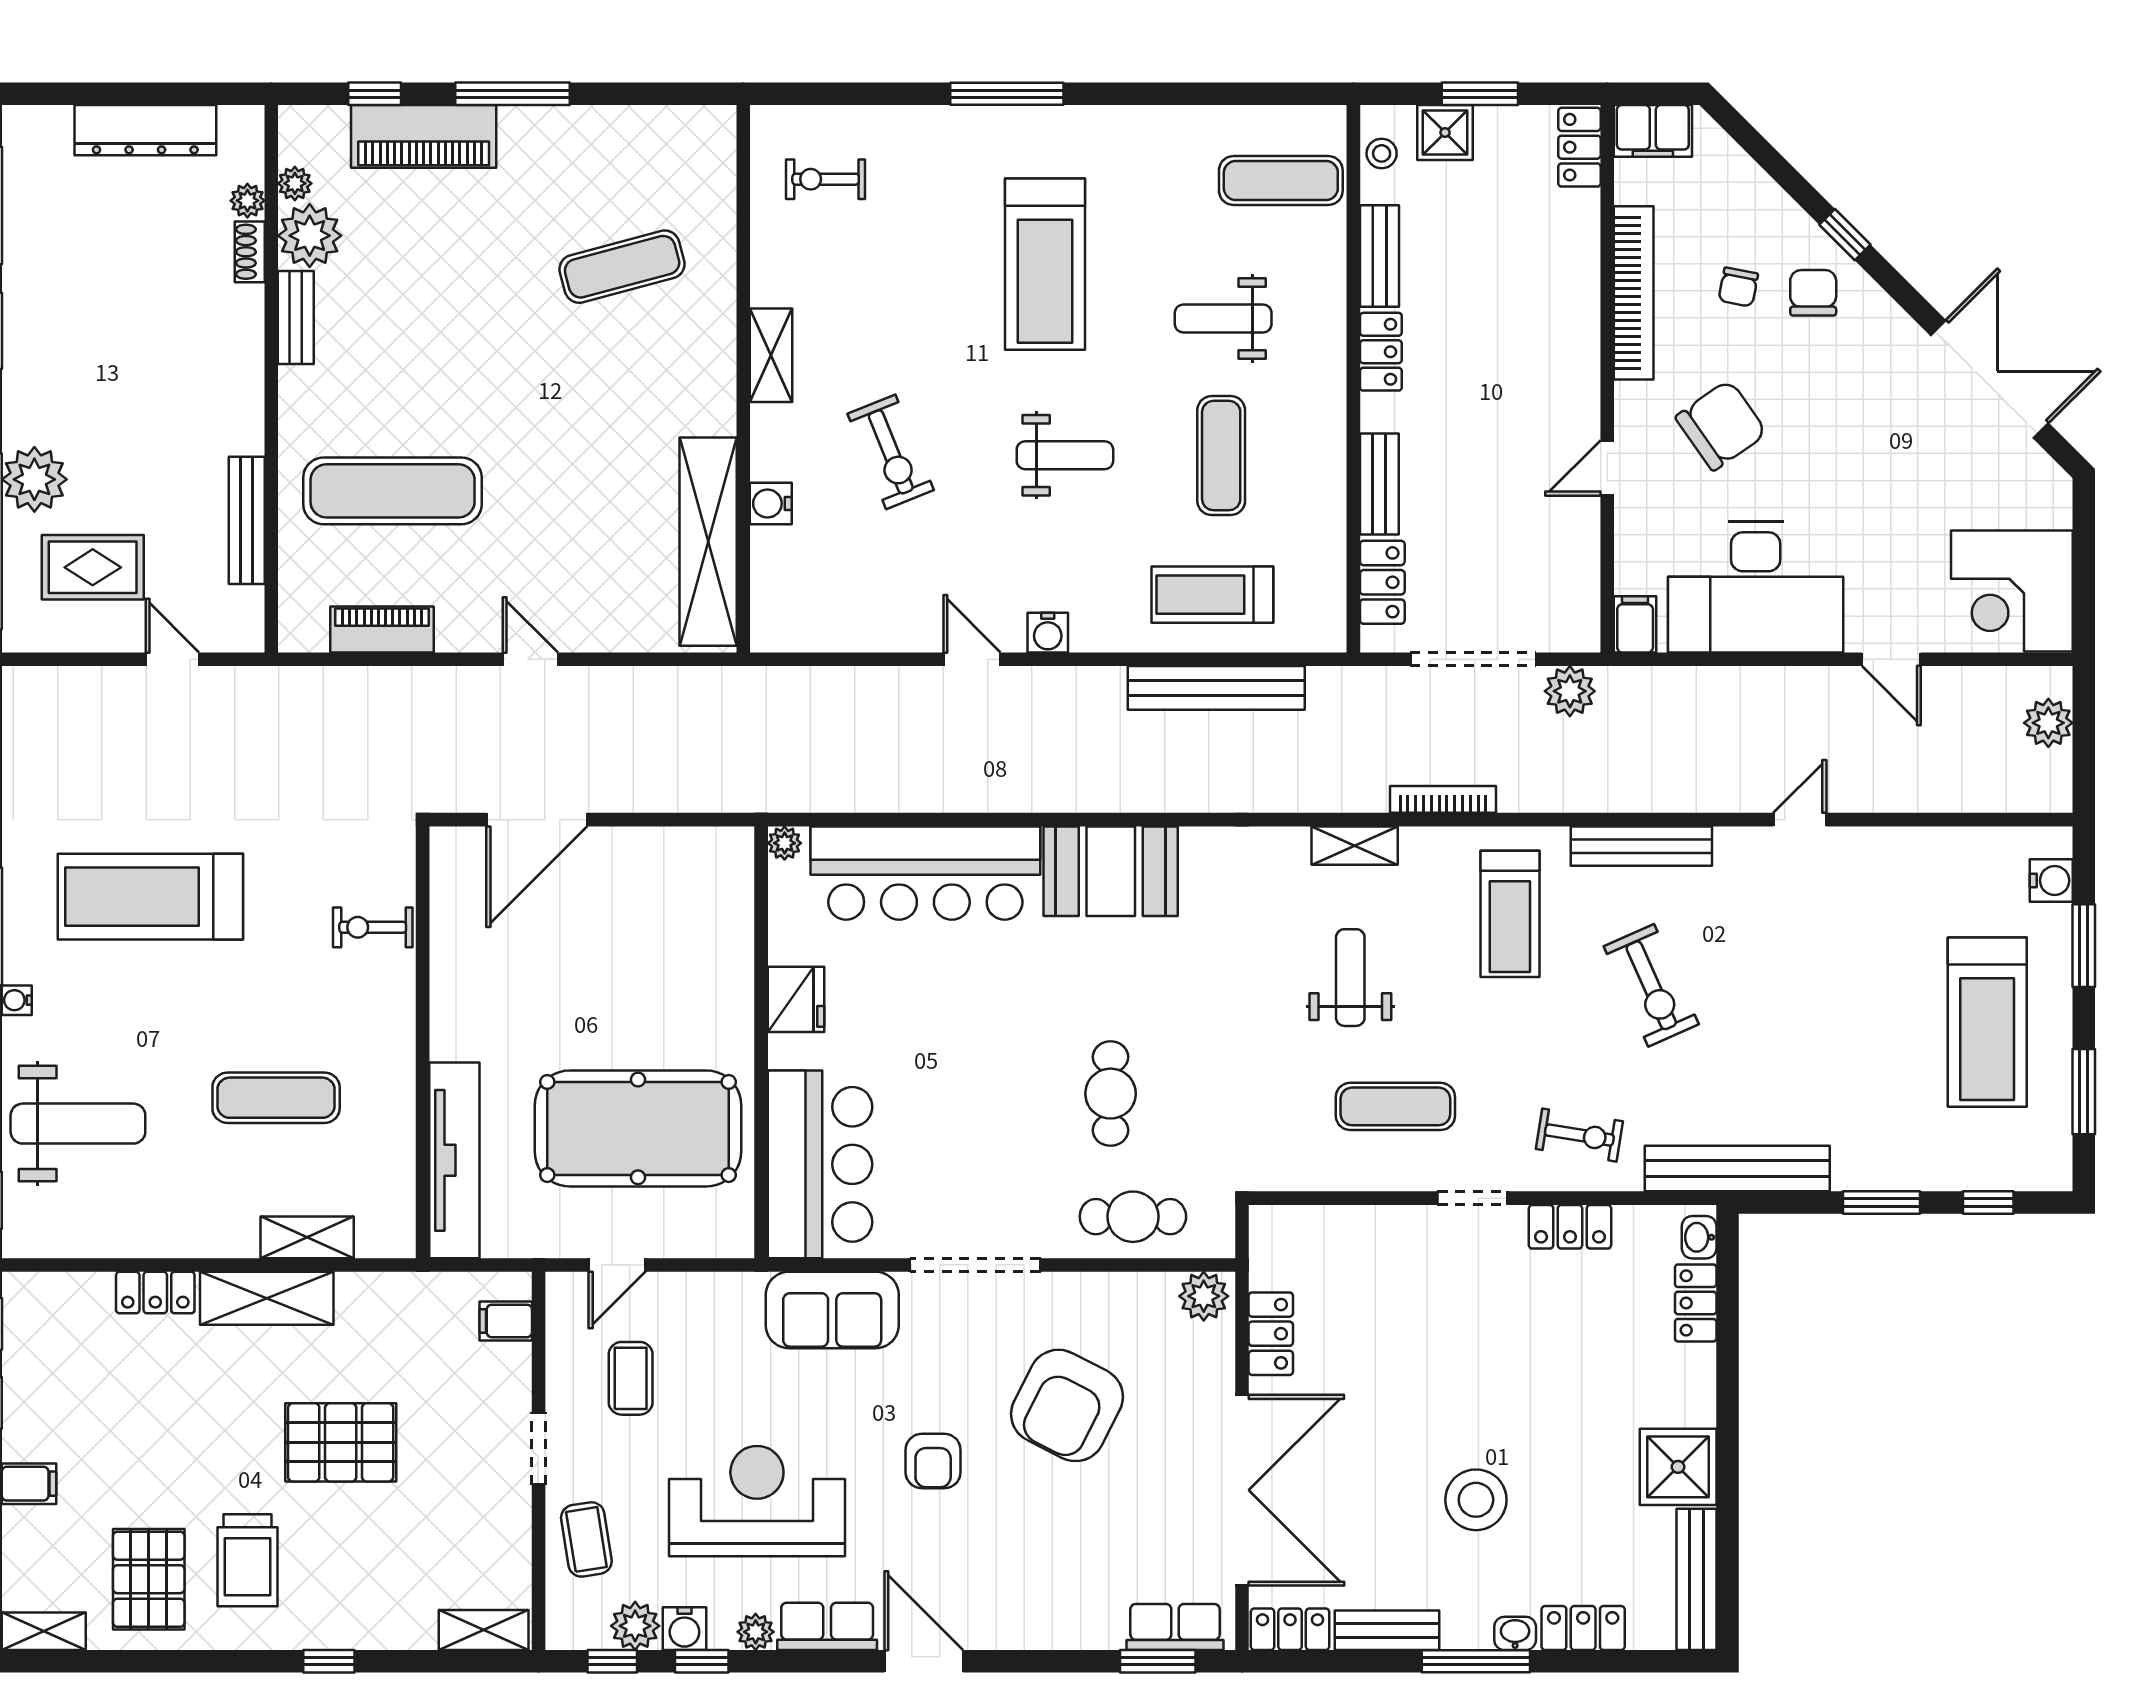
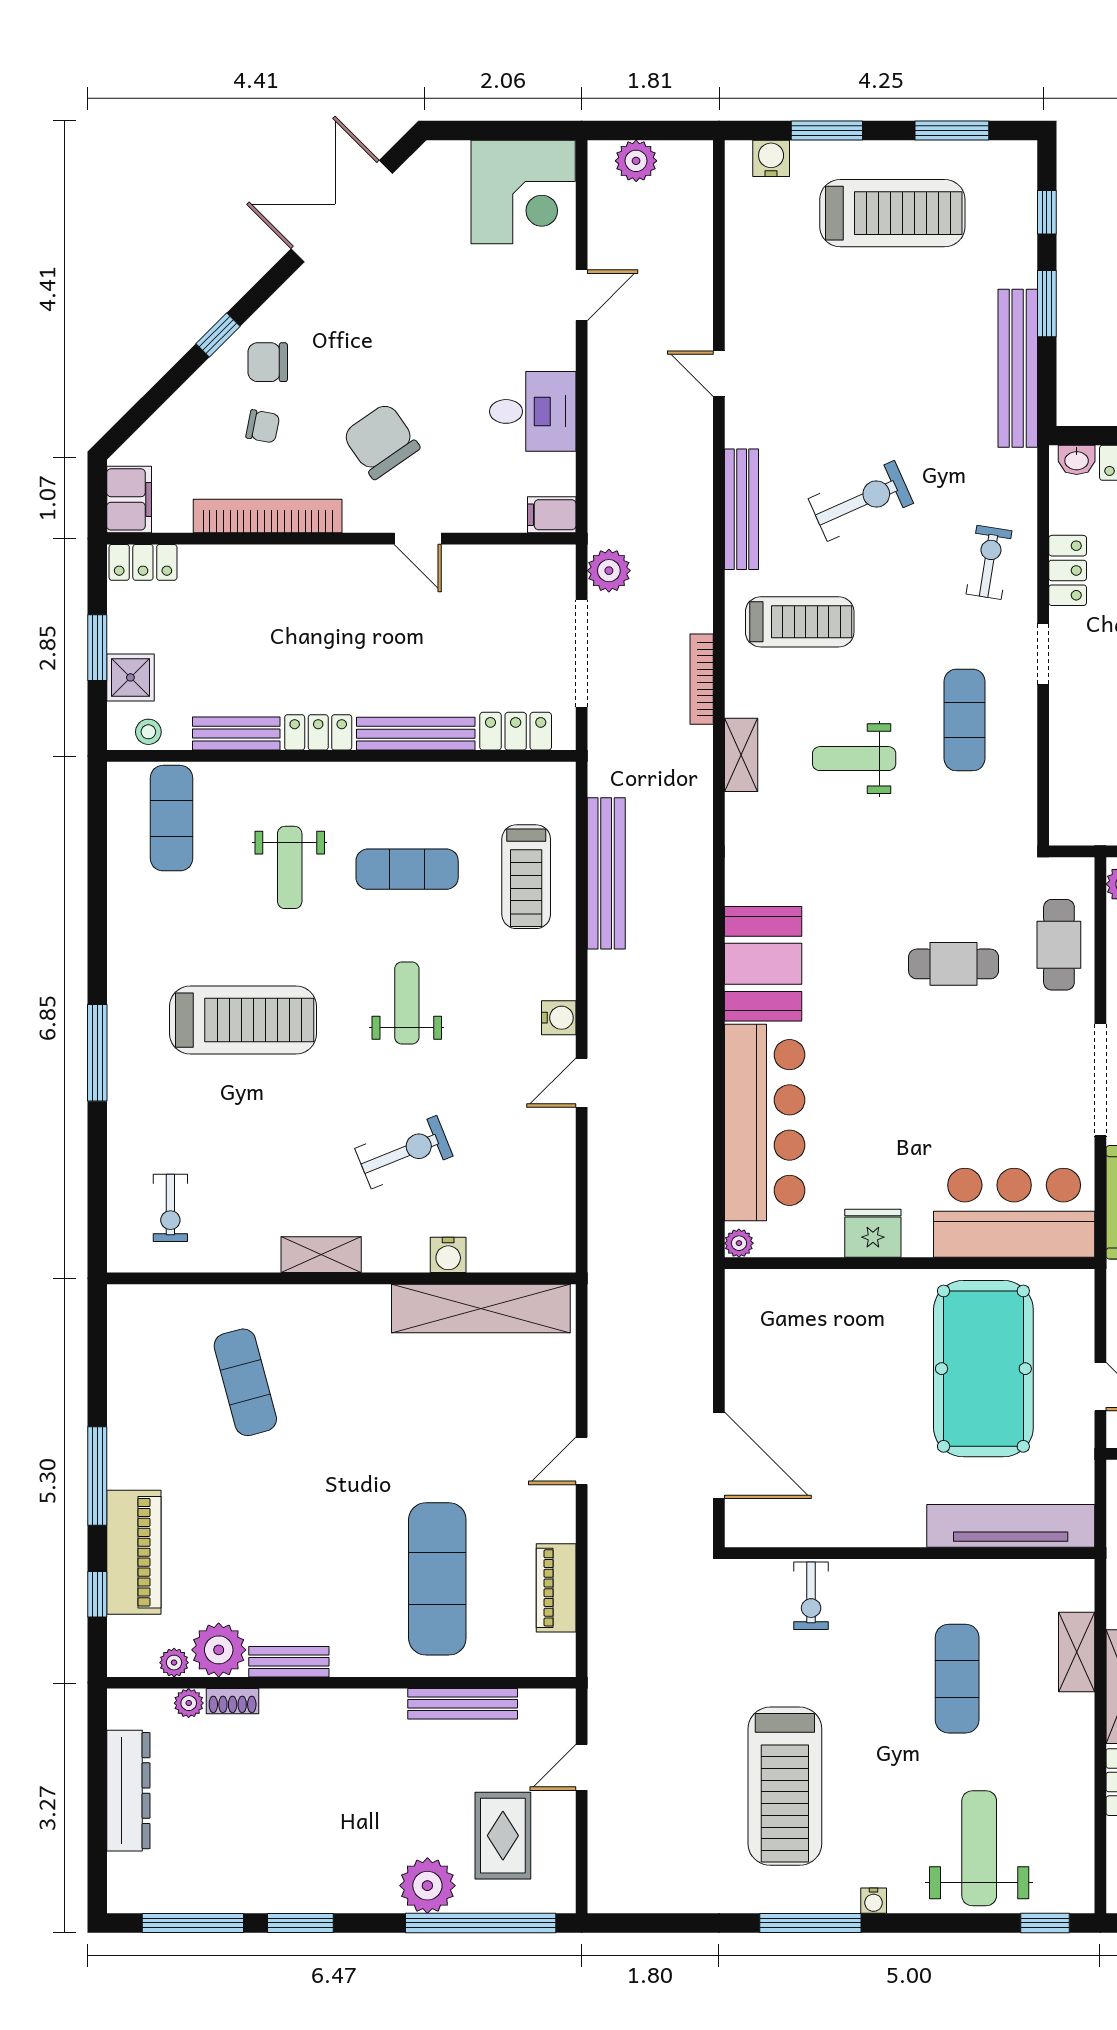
bench: (1379, 484) -> (416, 734), width x1.36
desk: (1756, 587) -> (533, 411), width x0.53, depth x0.77
bench: (1737, 1169) -> (1018, 368), moved

